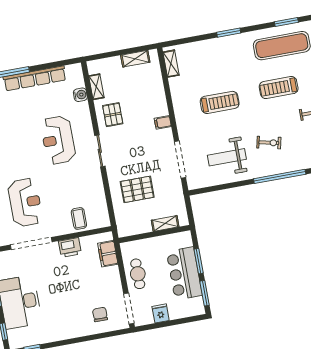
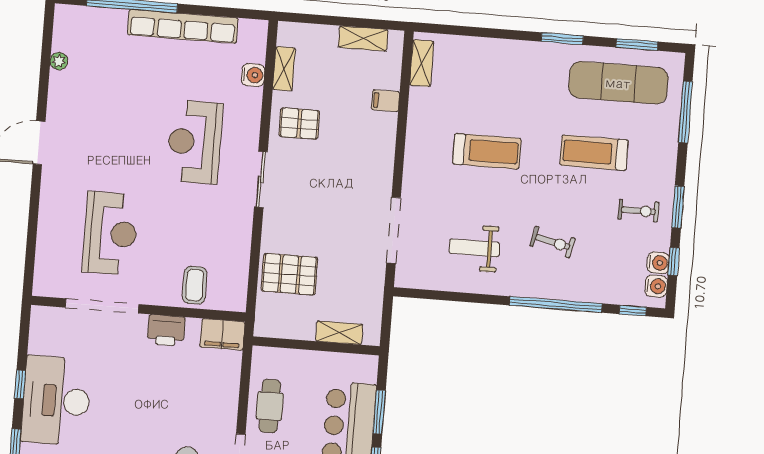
window: (229, 33) -> (562, 39), moved
pallet: (113, 115) -> (299, 124), turned 90
filing cabinet: (163, 122) -> (386, 101), moved
weight bench: (227, 157) -> (474, 248), width x0.73, depth x0.75
pallet: (137, 189) -> (289, 274), moved
filing cabinet: (108, 254) -> (222, 334), moved, turned -90

